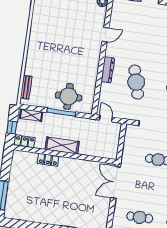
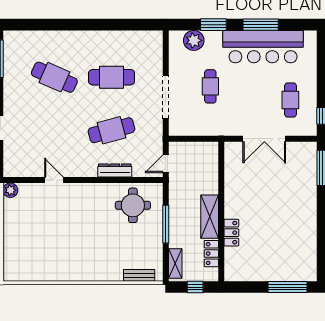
dresser: (108, 70) -> (115, 171), moved
round table: (69, 96) -> (133, 205), moved
locker: (25, 141) -> (211, 254), moved
double door: (116, 182) -> (264, 139), moved

